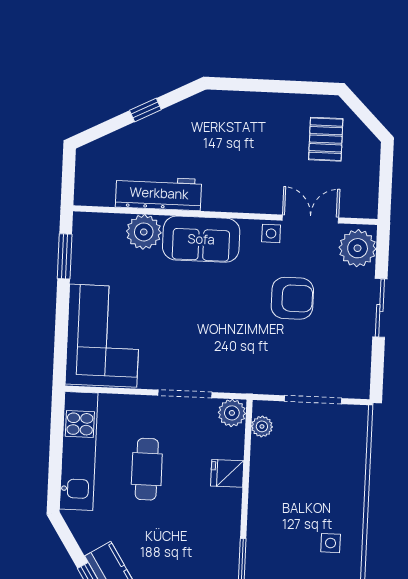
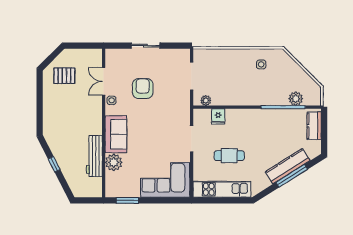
plant: (358, 248) -> (117, 58), removed
plant: (232, 413) -> (200, 115), removed
fridge: (227, 473) -> (218, 116), moved

